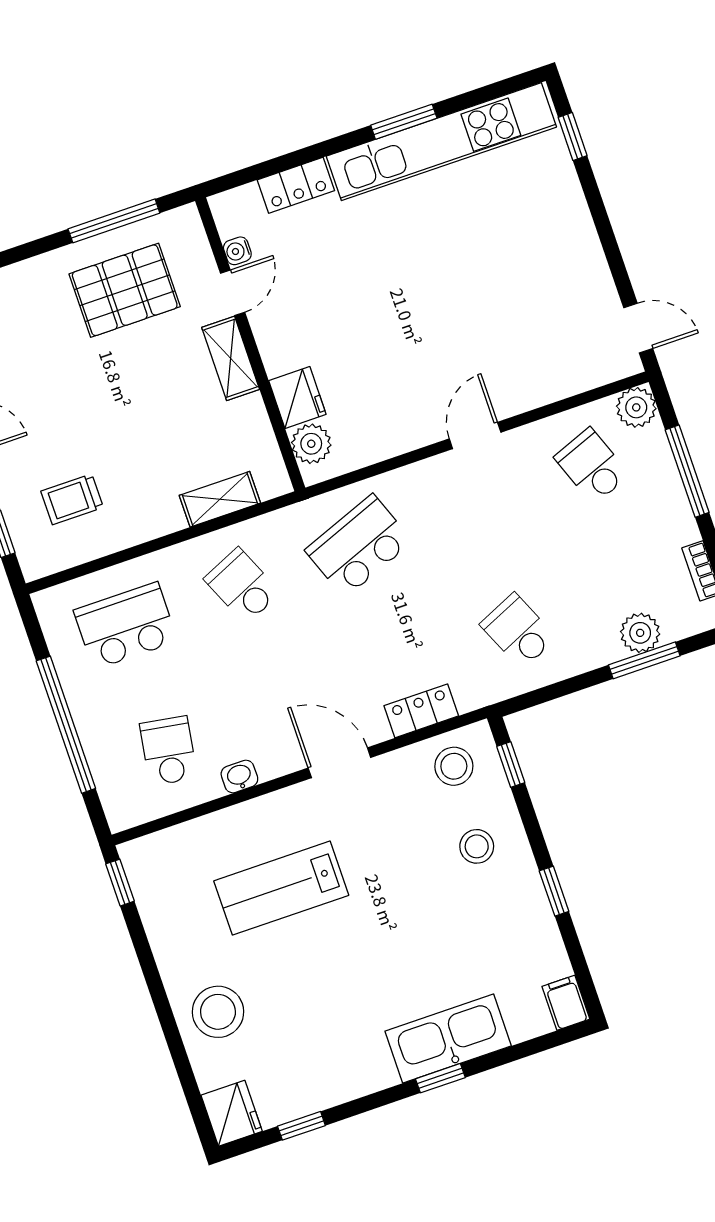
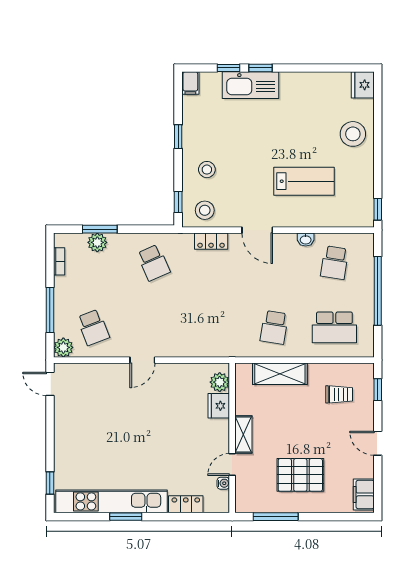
pallet: (125, 290) -> (300, 475), moved
shelving: (220, 499) -> (280, 374), width x1.50, depth x1.33
school desk: (359, 546) -> (214, 327), removed
school desk: (242, 586) -> (274, 327), turned 33
window: (301, 1126) -> (228, 68), moved

